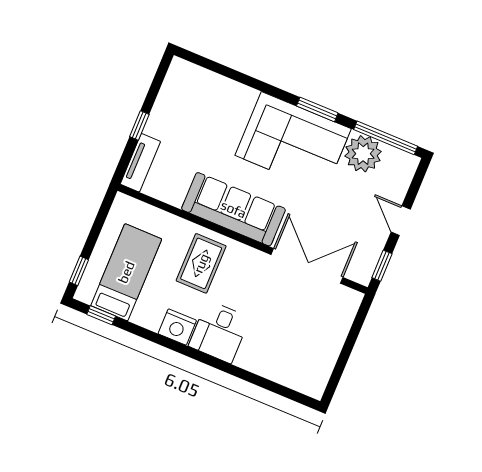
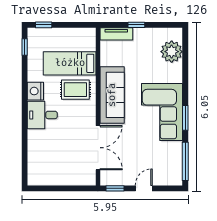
plant: (363, 154) -> (172, 52), moved
bed: (126, 272) -> (70, 63), moved, turned 180

